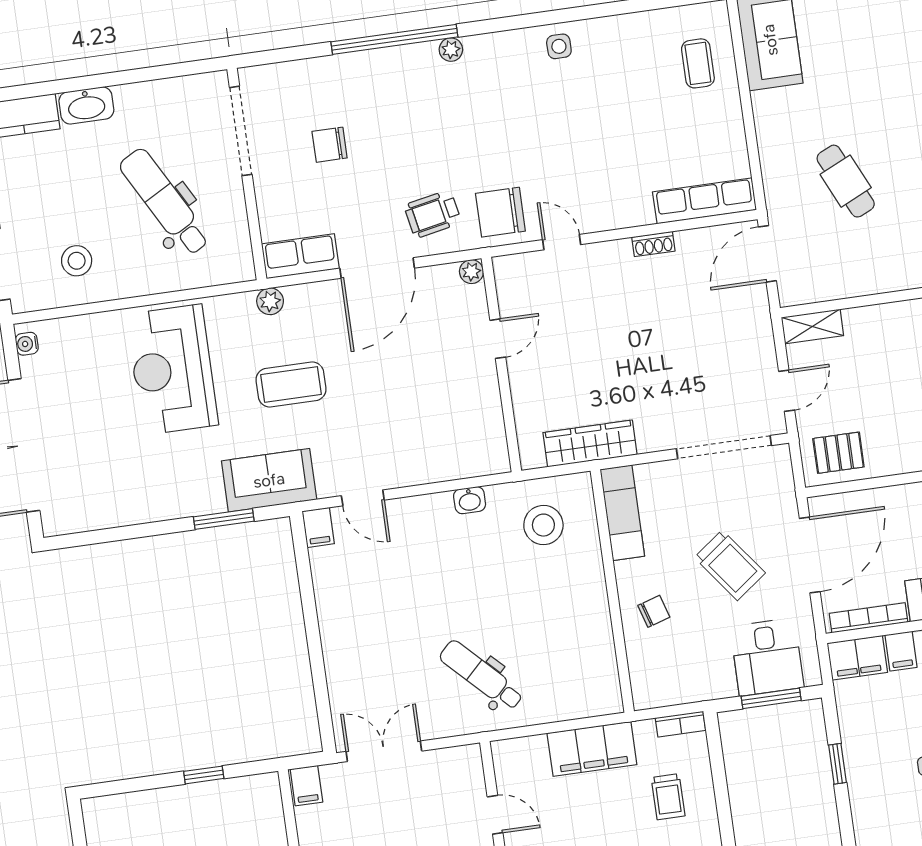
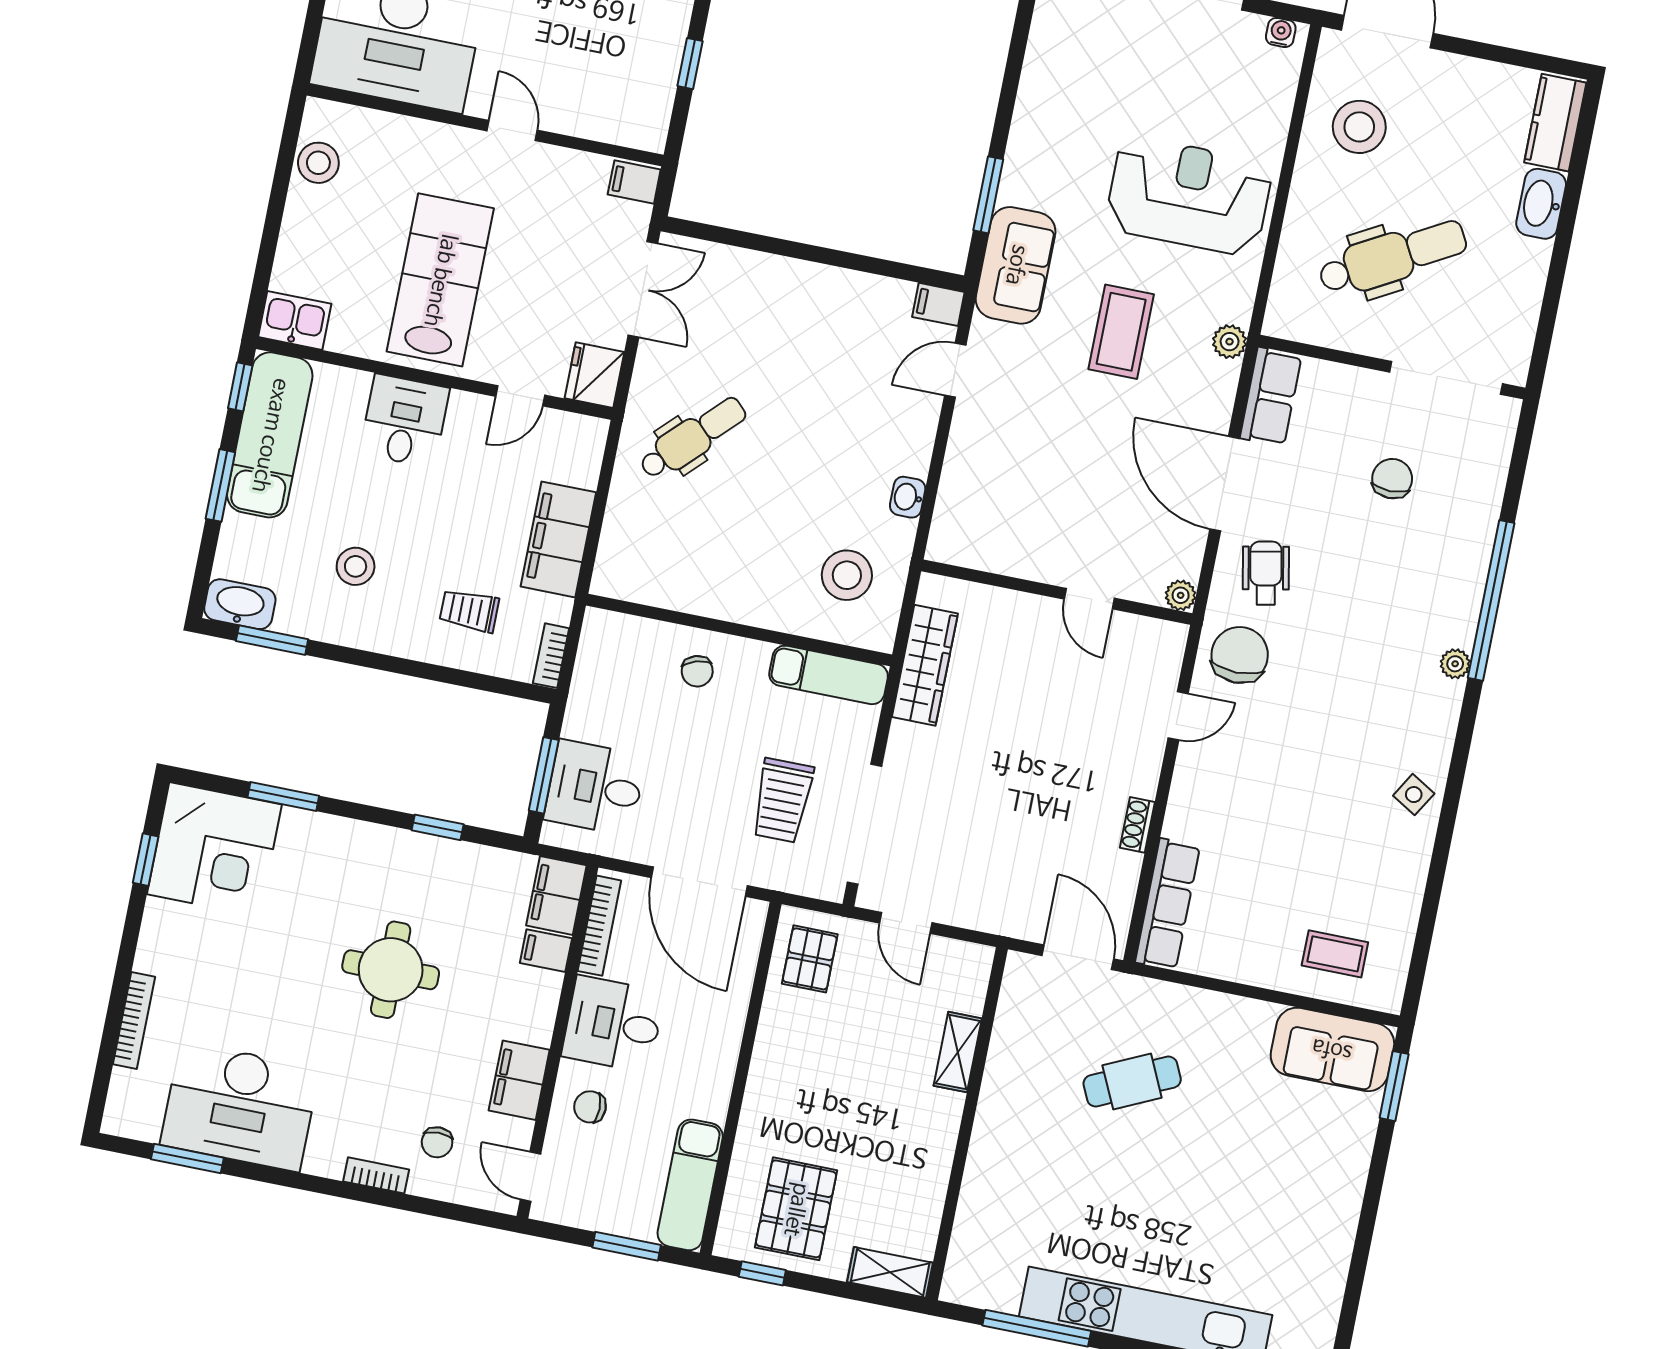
side table: (559, 46) -> (1414, 795), turned 31
stool: (77, 261) -> (1359, 127), width x1.38, depth x1.38
shelving: (812, 326) -> (958, 1052), moved
trolley: (730, 565) -> (782, 801), moved, turned -53
fridge: (460, 765) -> (594, 375), added

